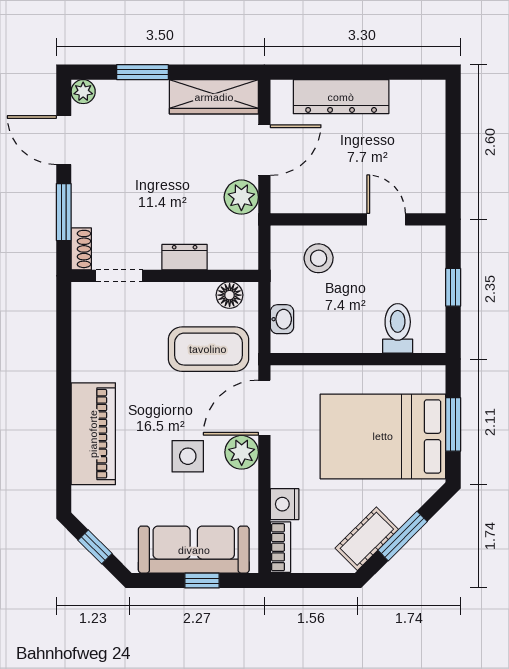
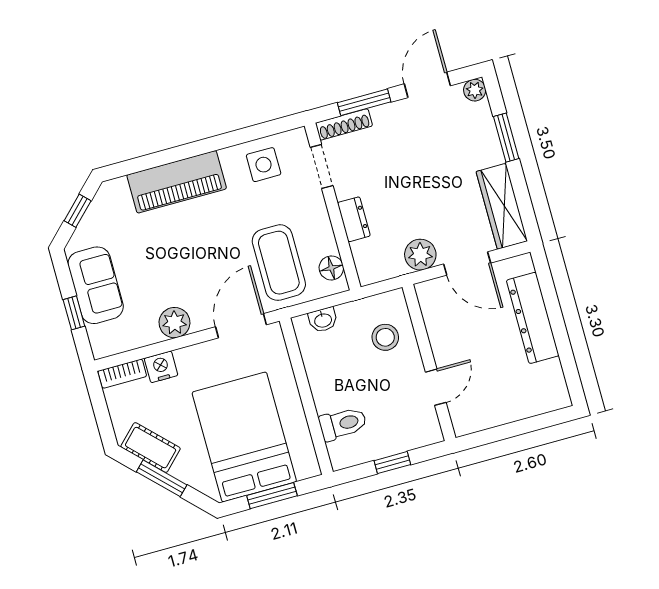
shoe rack: (81, 249) -> (344, 124), width x1.43
door: (264, 408) -> (241, 326), hinge flipped
plant: (242, 452) -> (174, 323), moved
side table: (188, 456) -> (264, 165), moved
sofa: (194, 550) -> (96, 285), width x0.73

